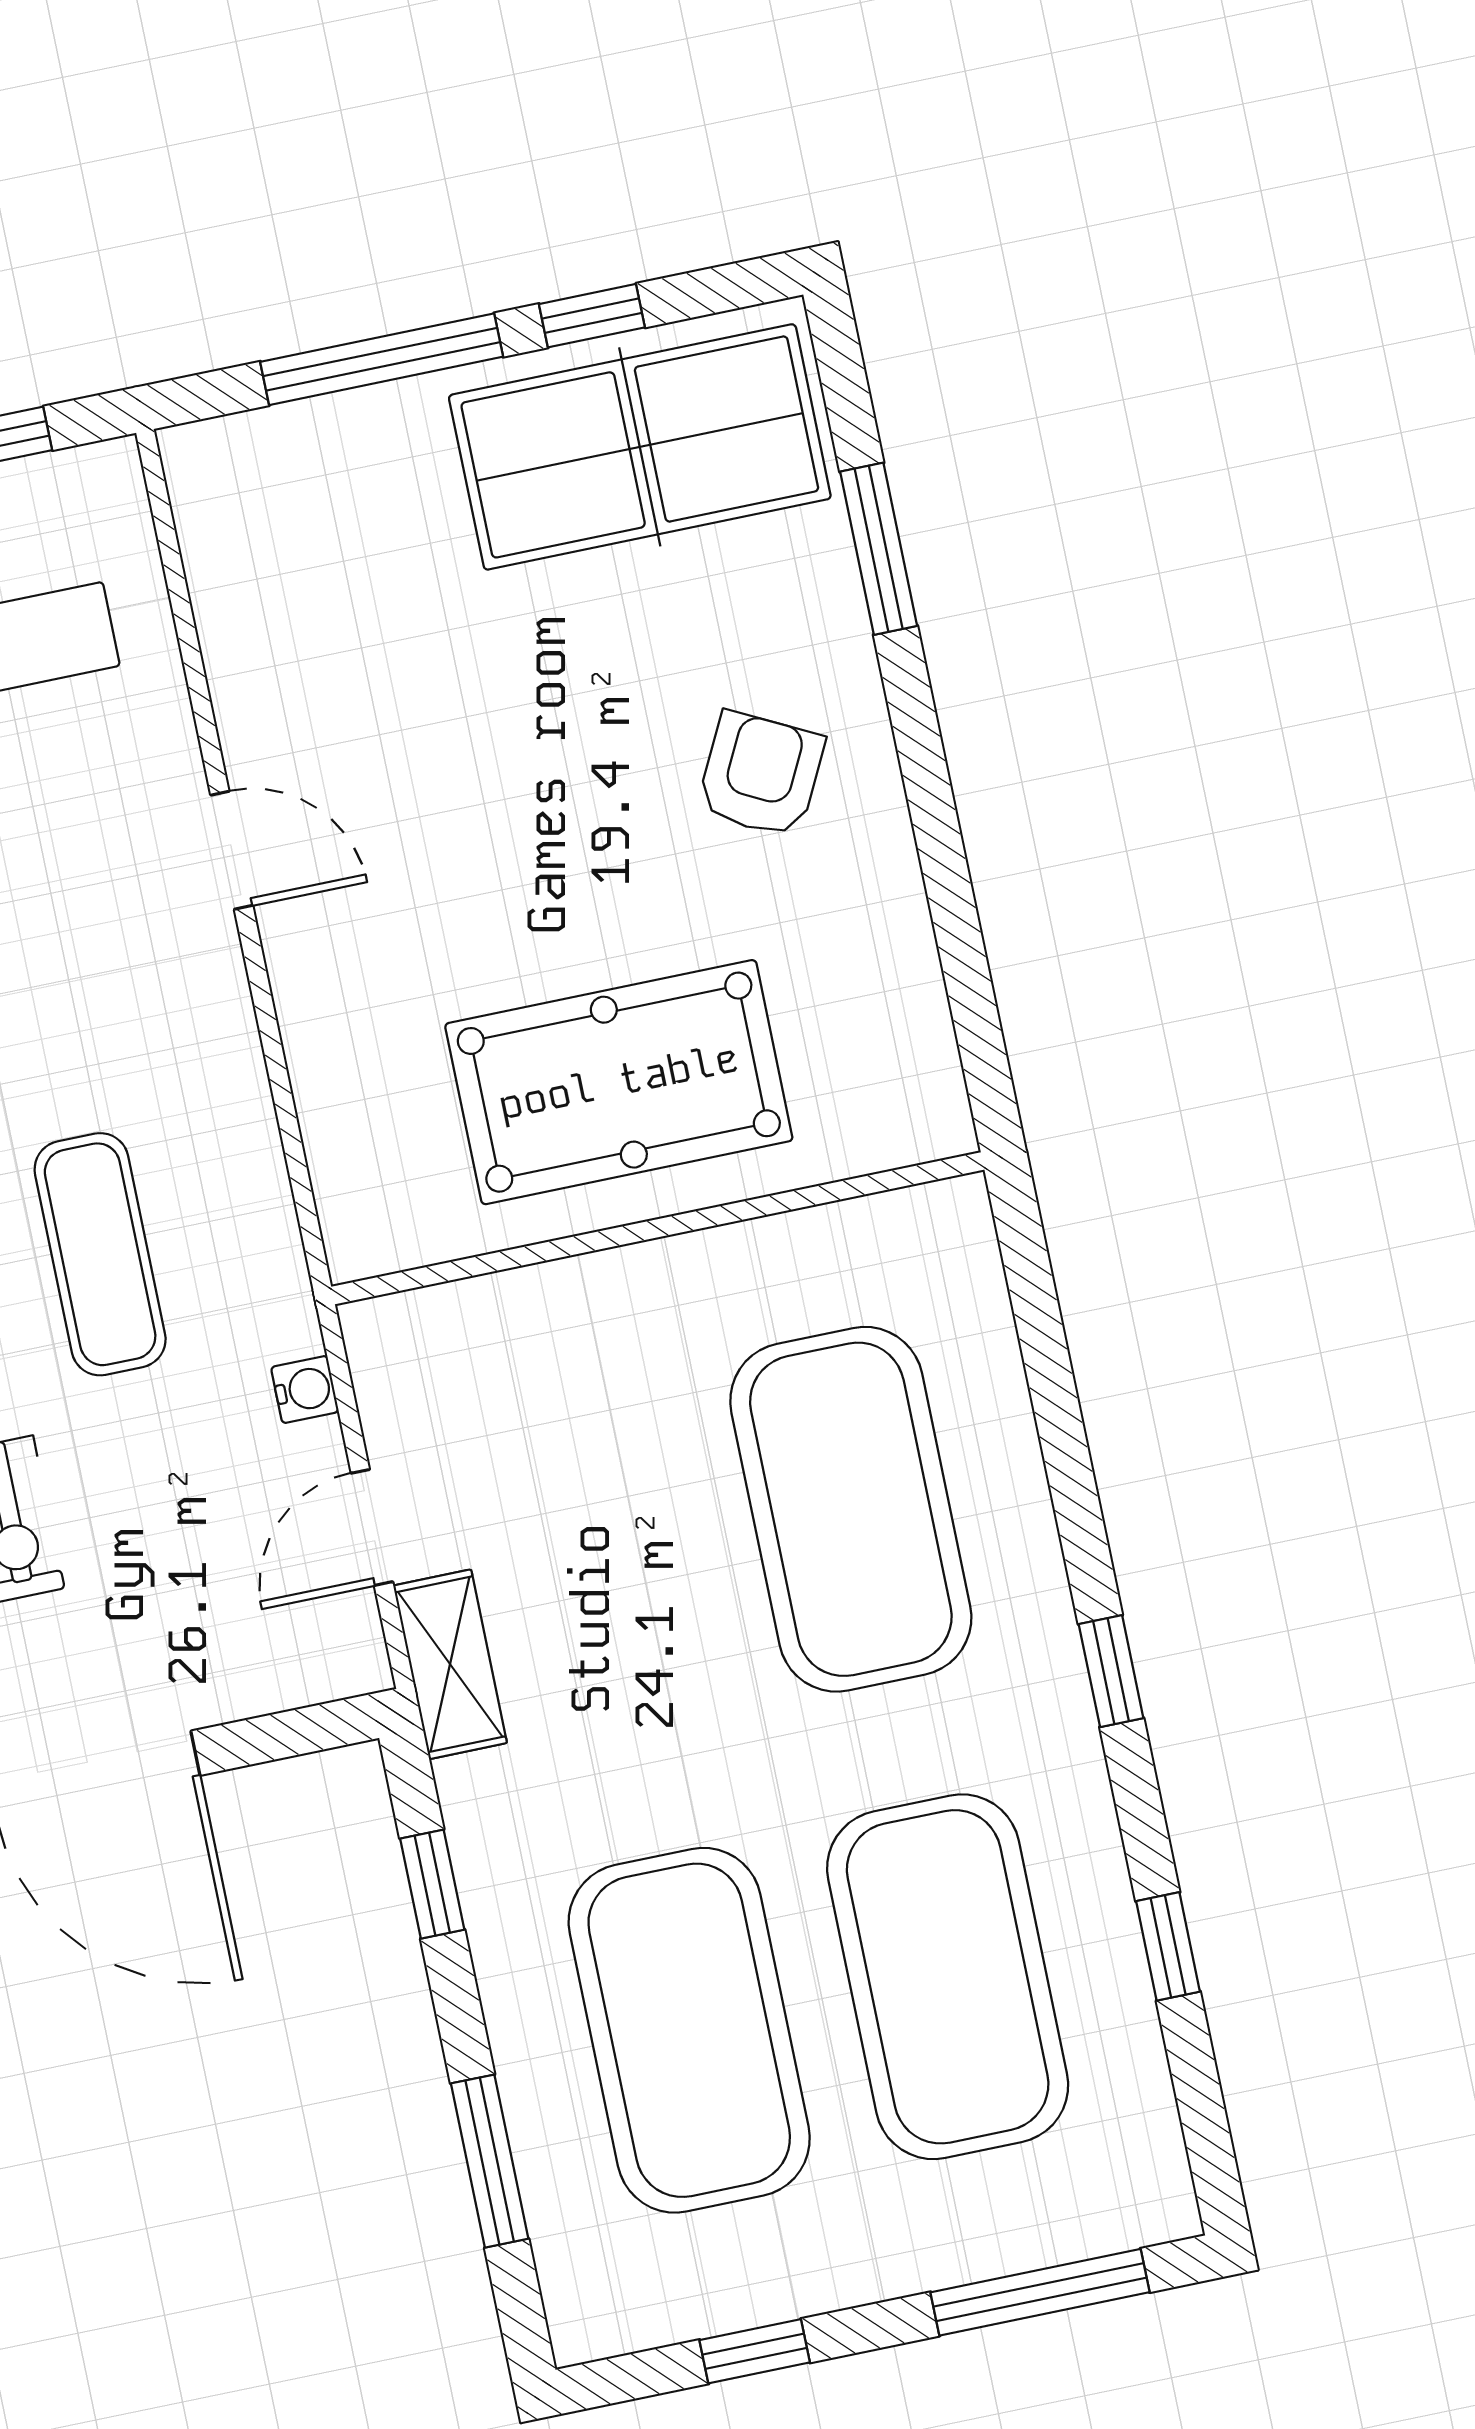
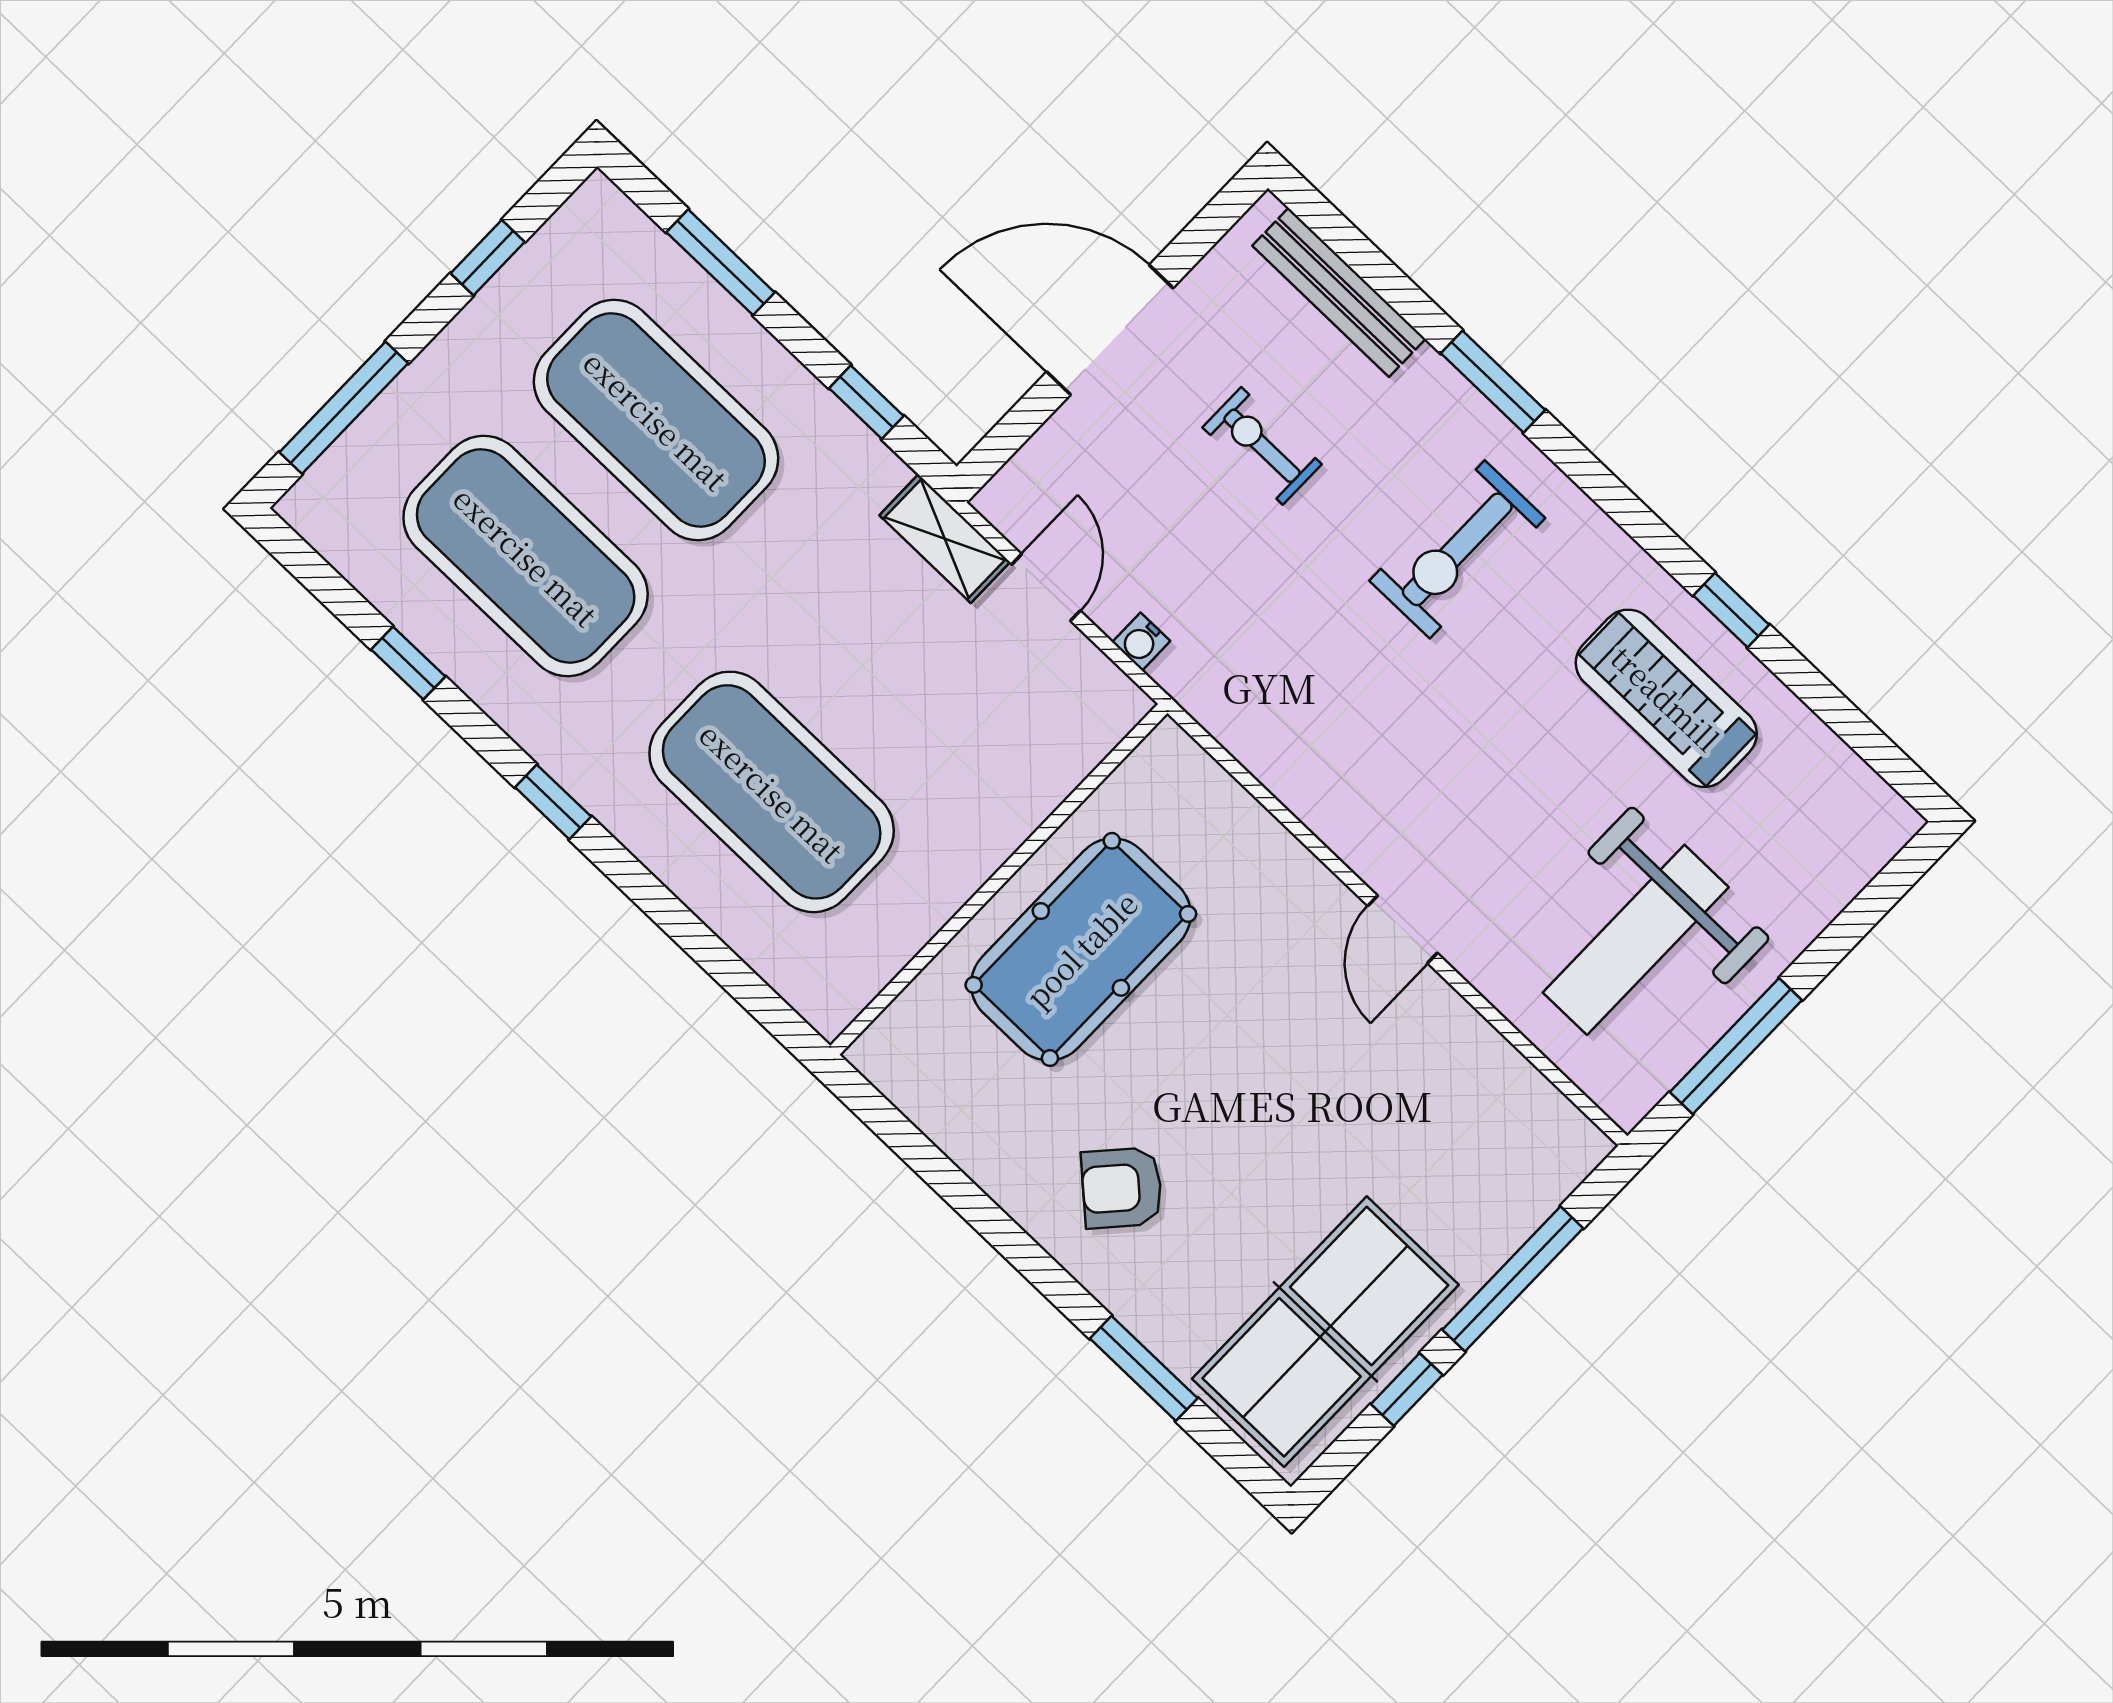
armchair: (761, 774) -> (1122, 1188), turned 105
door: (232, 850) -> (1402, 929), hinge flipped
exercise mat: (100, 1254) -> (1316, 638), removed

